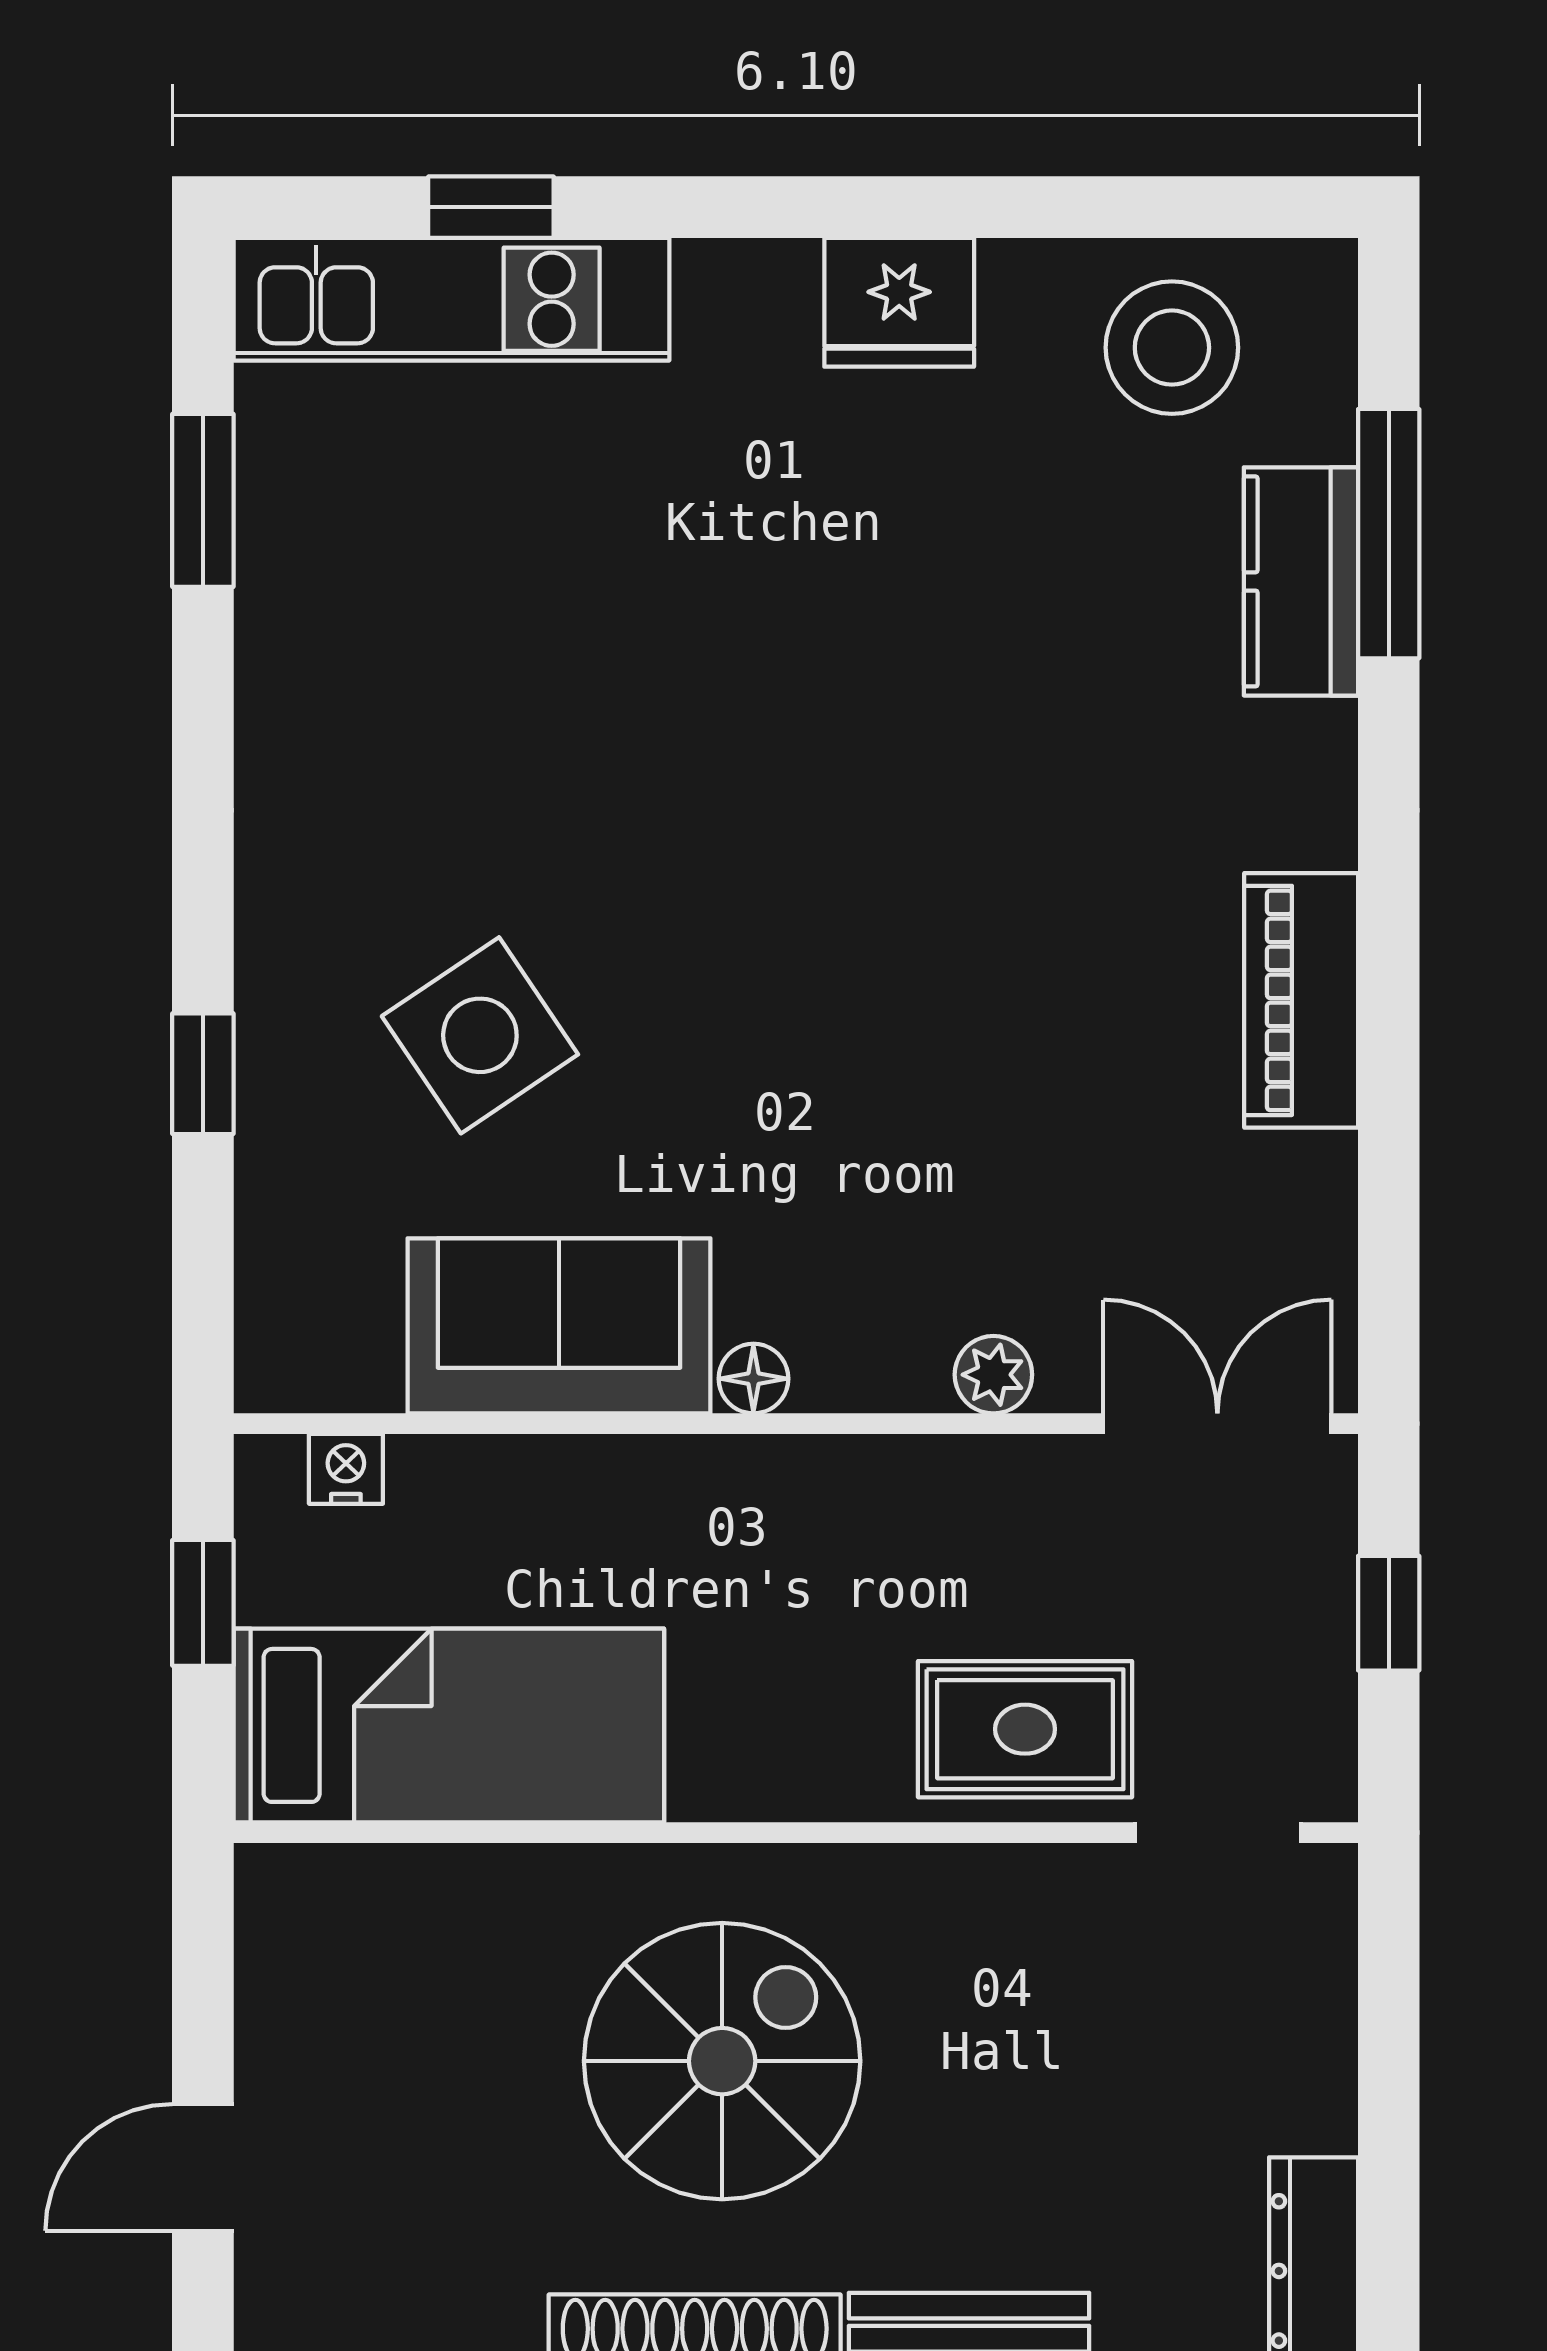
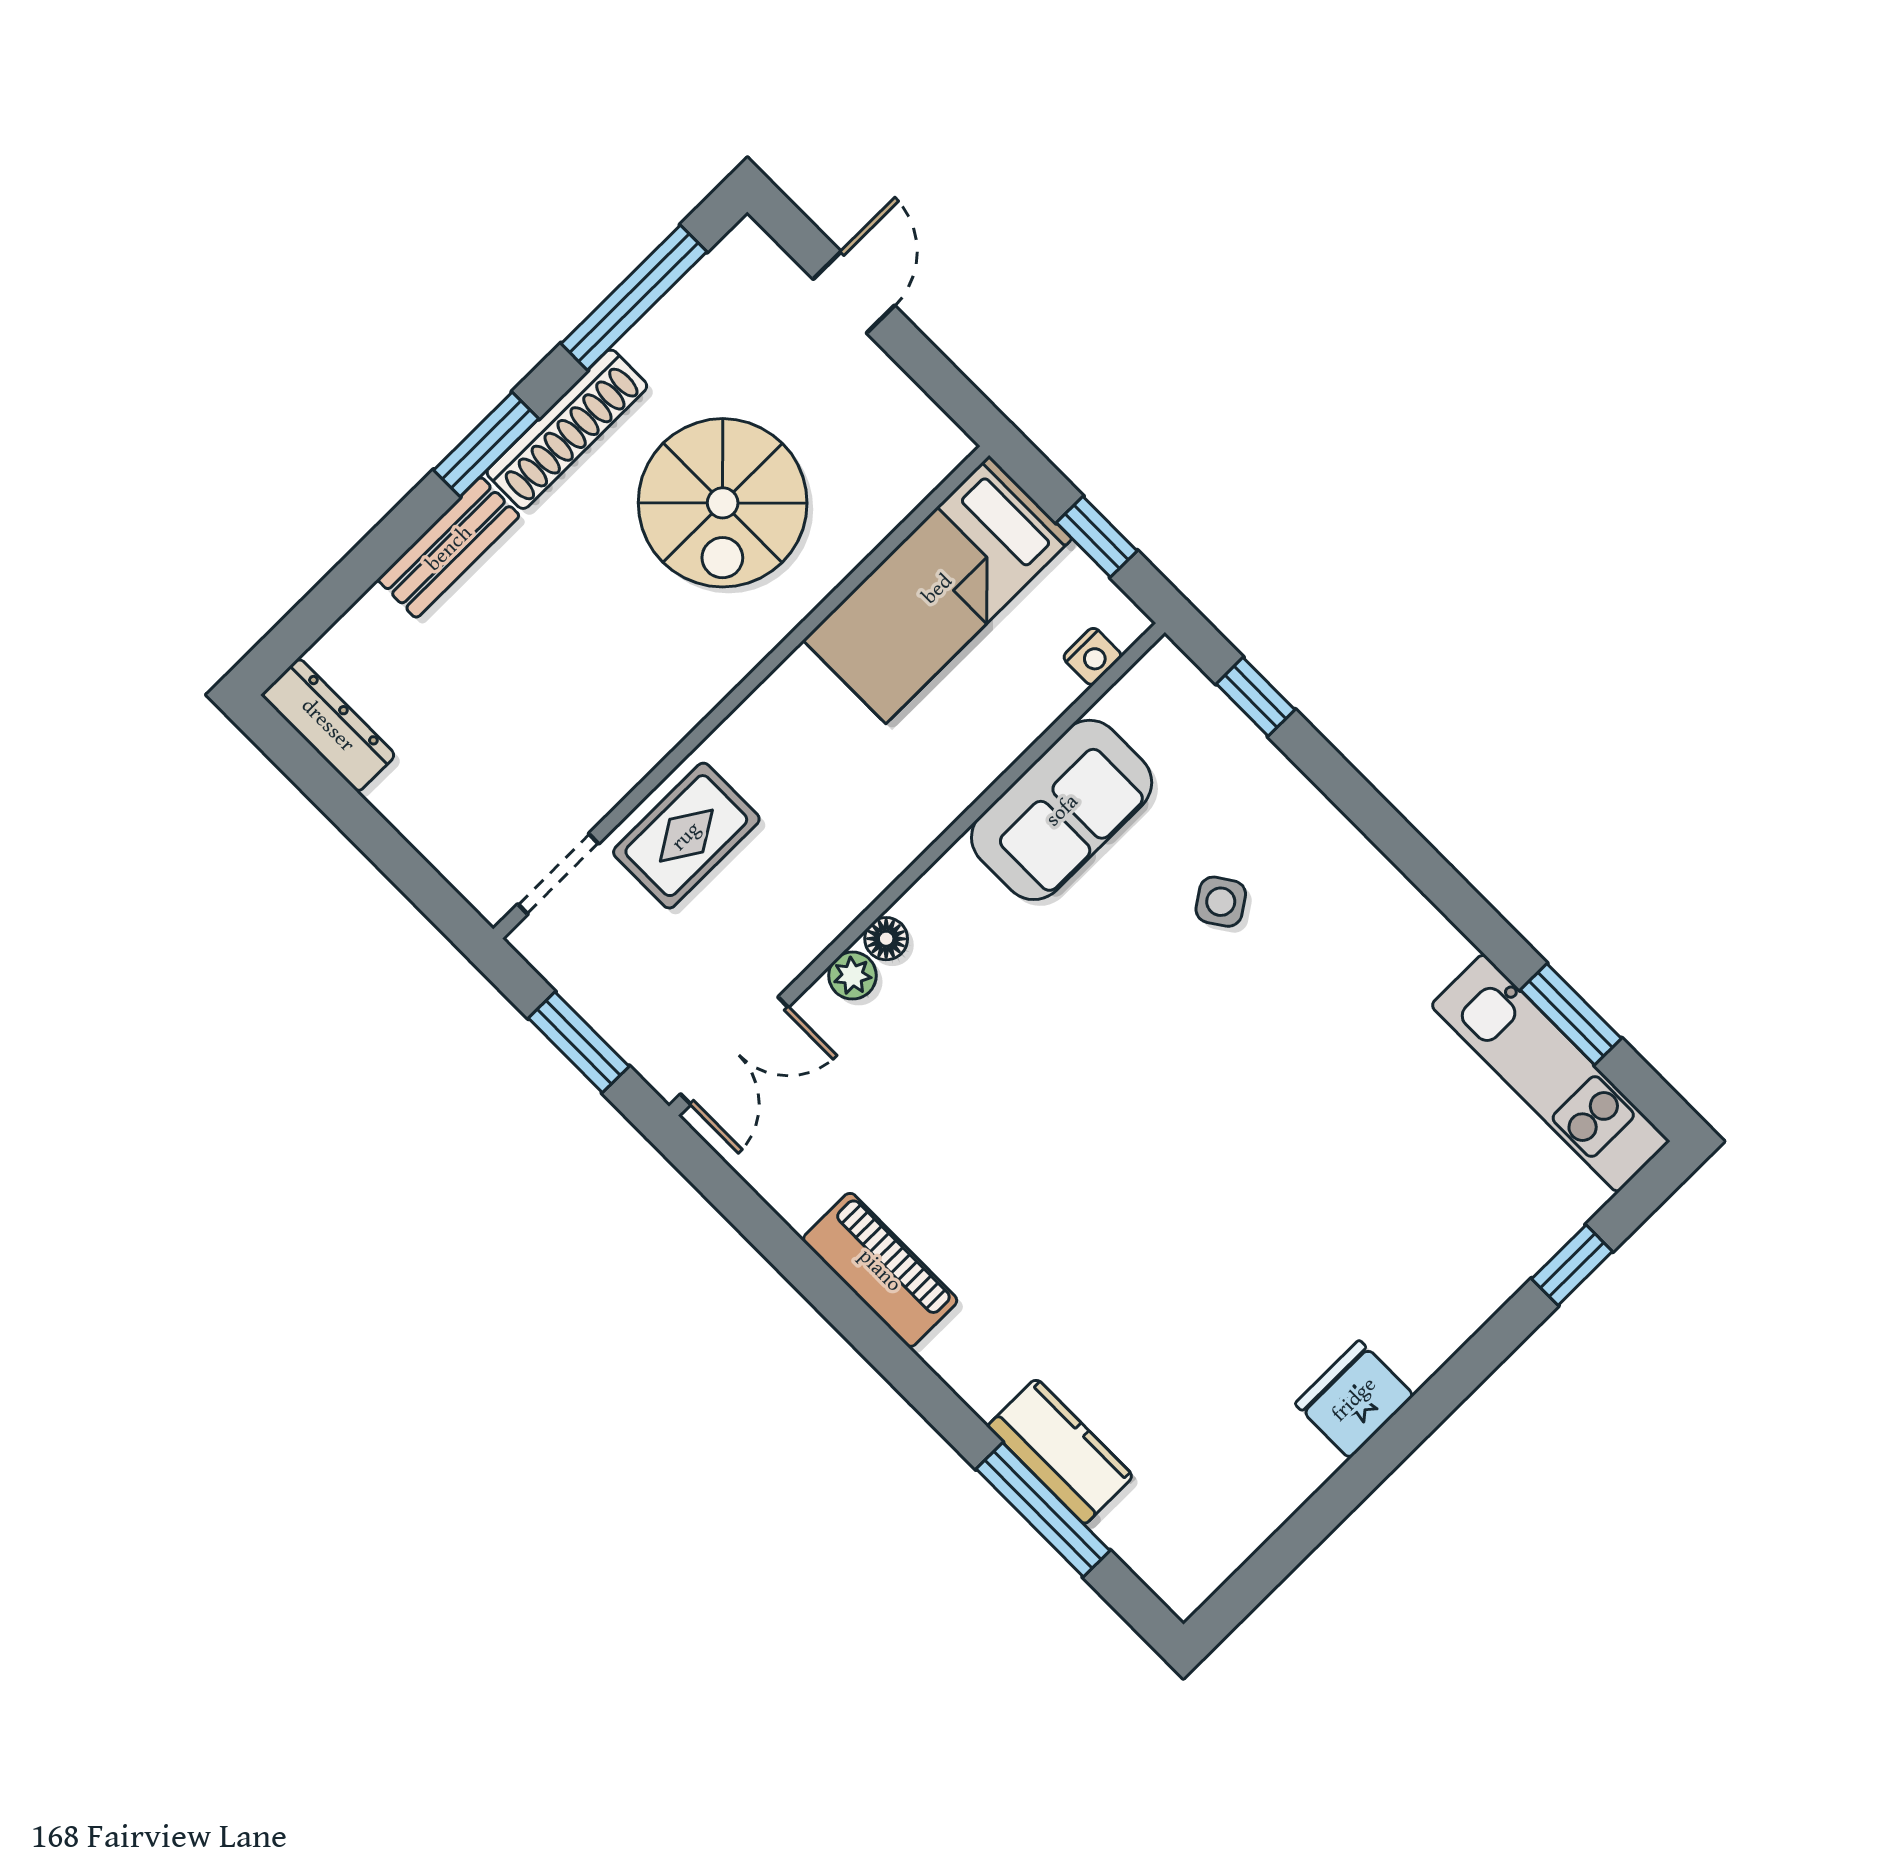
kitchen unit: (451, 299) -> (1550, 1073), moved, turned -90
stool: (1172, 348) -> (1217, 1497), removed
side table: (480, 1035) -> (1221, 902), width x0.54, depth x0.54
window: (203, 1074) -> (1256, 697), moved
floor lamp: (753, 1379) -> (886, 939), moved
window: (1389, 1613) -> (579, 1042), width x1.50
spiral stairs: (722, 2061) -> (723, 503), moved

